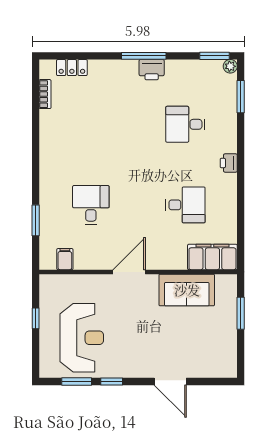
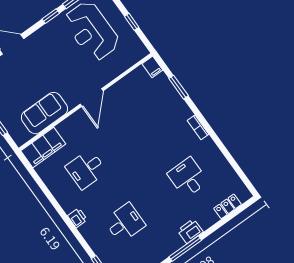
printer: (152, 70) -> (190, 231), moved
bookcase: (45, 94) -> (198, 127), moved
desk: (91, 205) -> (188, 178), moved, turned 180
filing cabinet: (65, 259) -> (152, 67), moved

